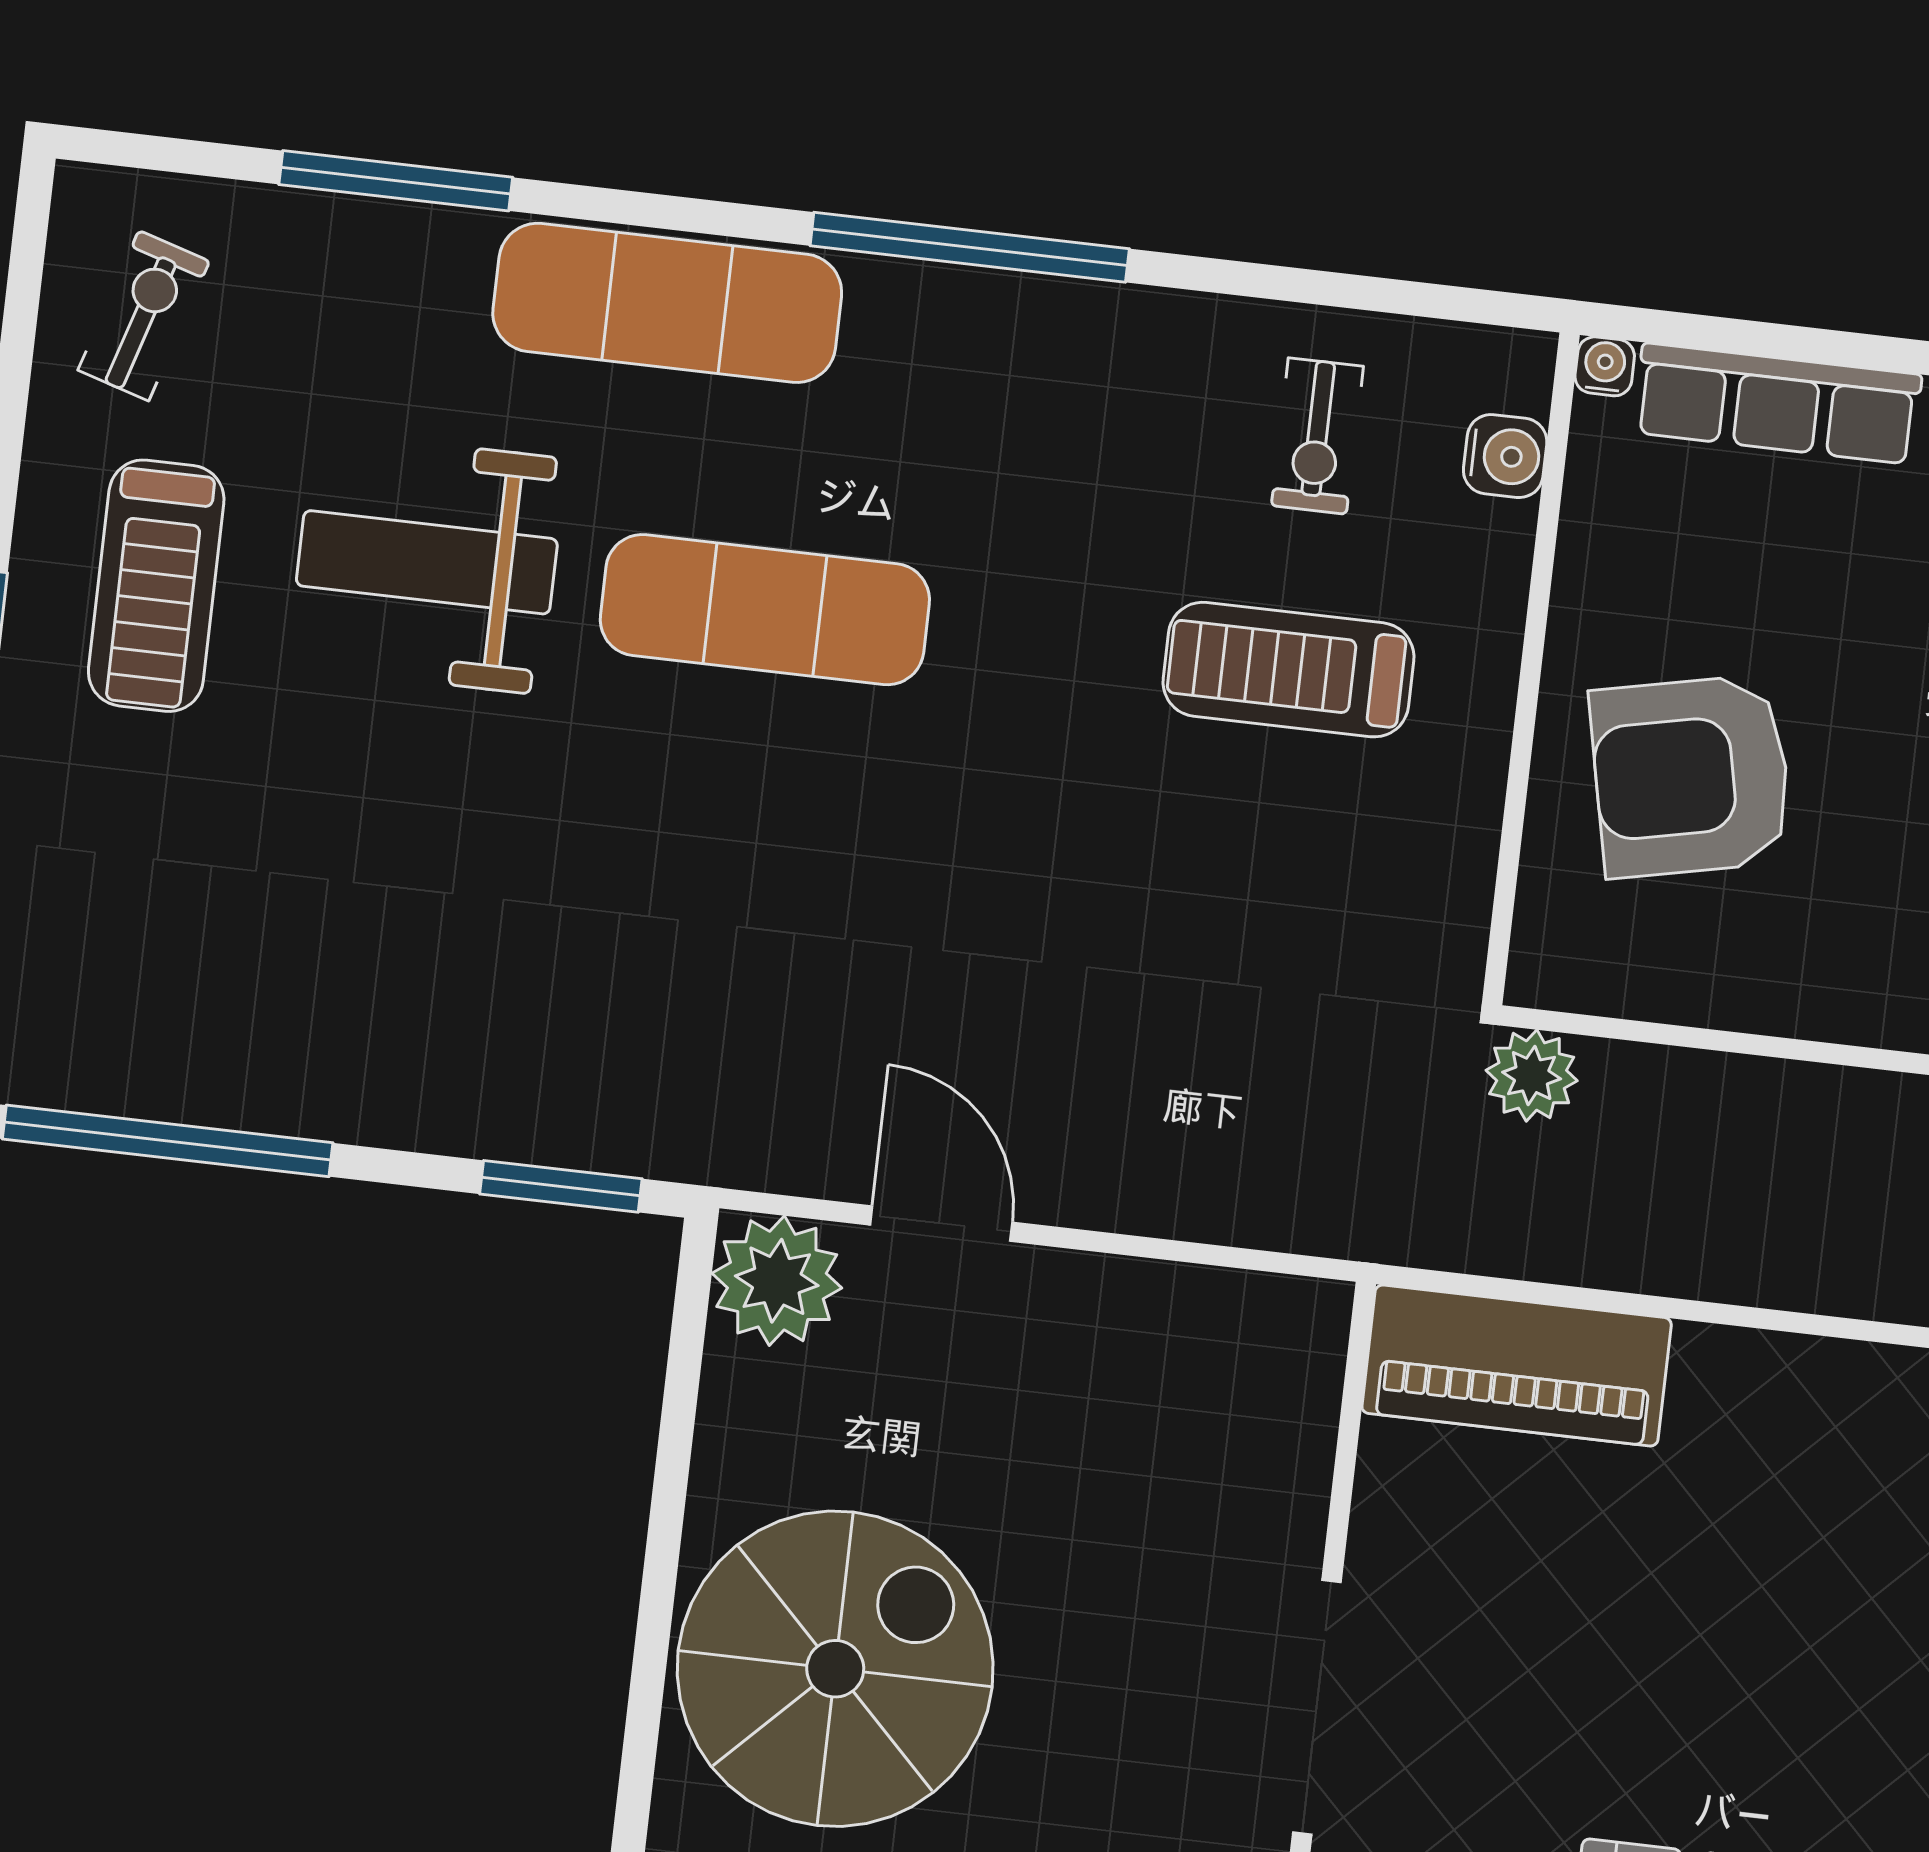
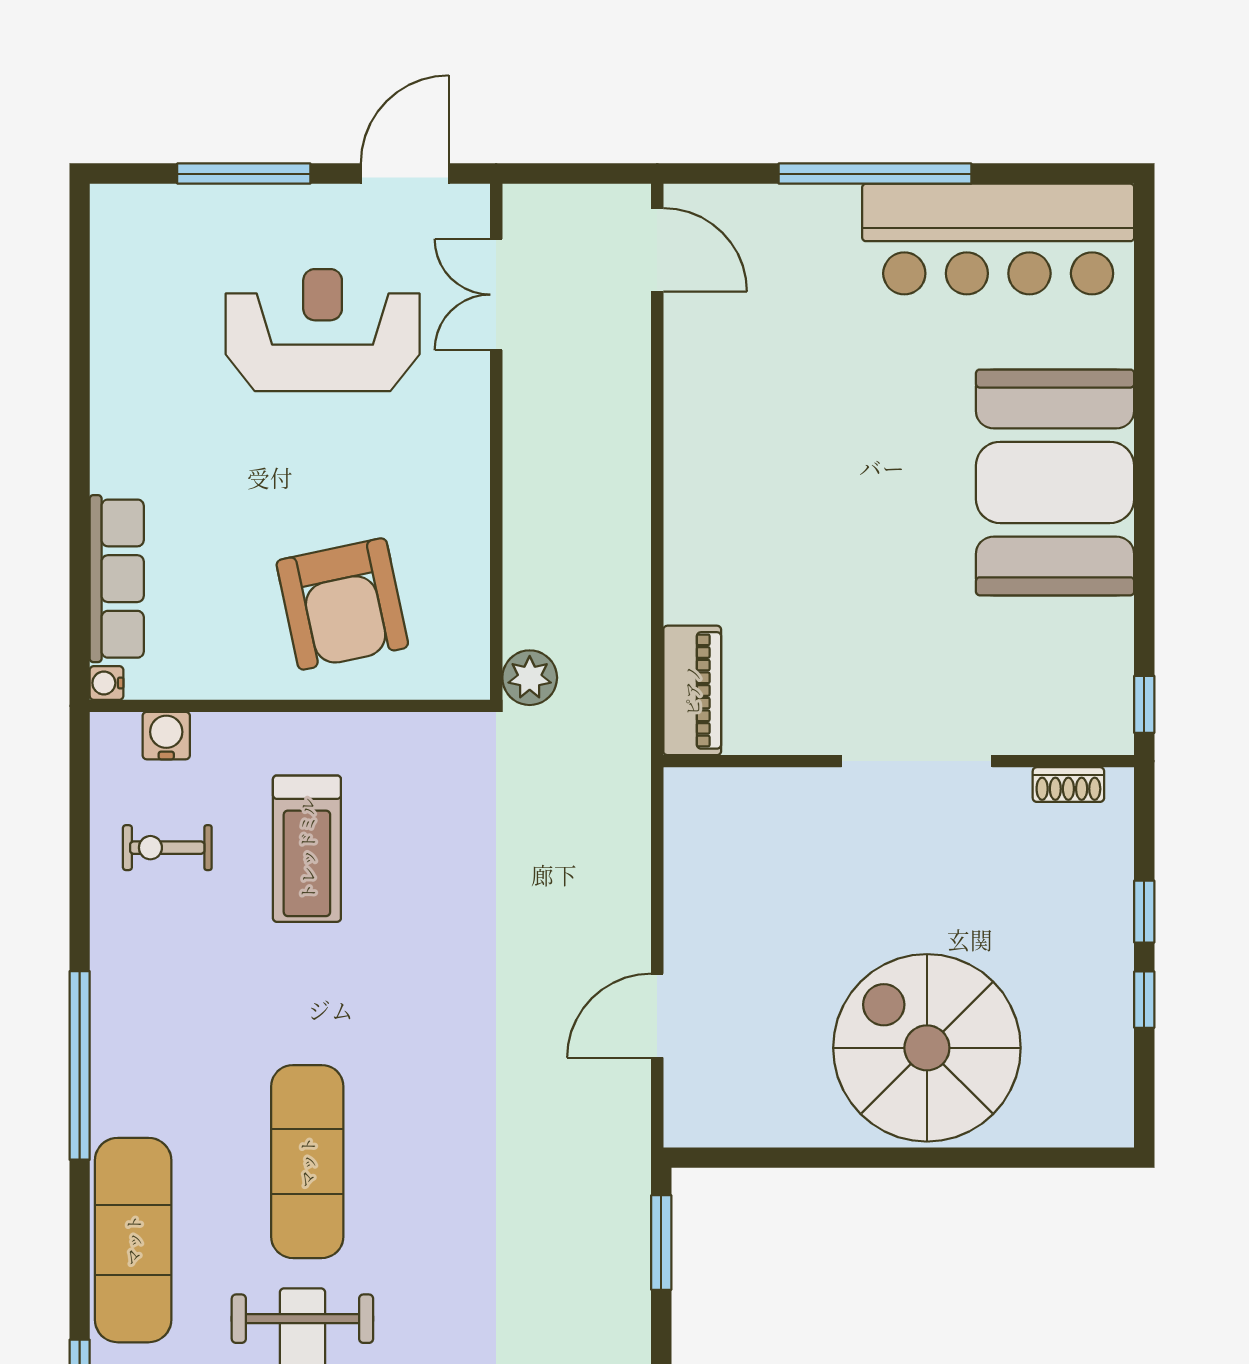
exercise bike: (1317, 436) -> (167, 848), turned 180
plant: (777, 1281) -> (702, 1109), removed
piano: (1517, 1366) -> (692, 690), width x0.73, depth x0.75

